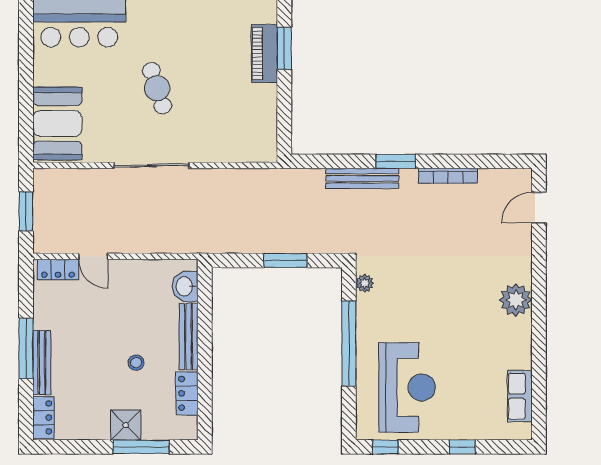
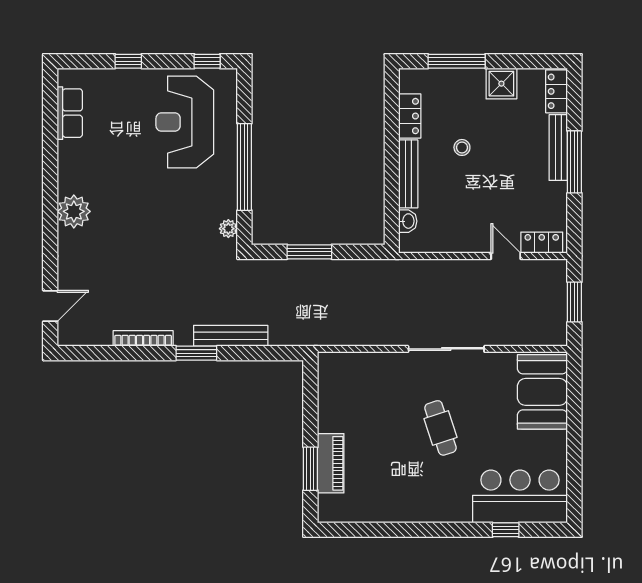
washbasin: (185, 286) -> (408, 221), width x0.72, depth x0.69
shower: (126, 425) -> (501, 84), moved

